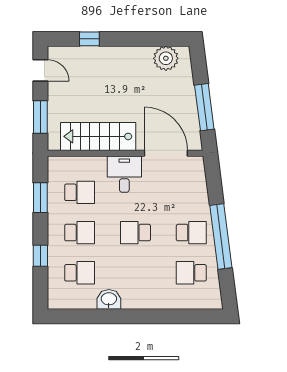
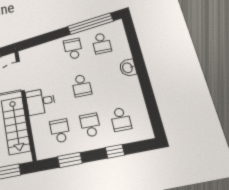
window: (221, 237) -> (91, 24), moved
school desk: (80, 273) -> (121, 119), turned 180
washbasin: (109, 299) -> (128, 68), moved

